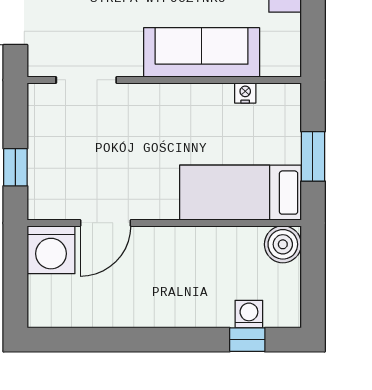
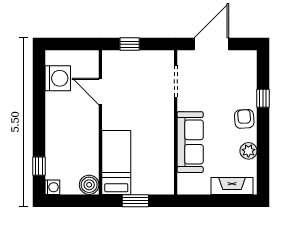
nightstand: (245, 93) -> (169, 165), removed
washing machine: (51, 250) -> (58, 78), moved, turned 180
washing machine: (249, 314) -> (52, 187), moved

